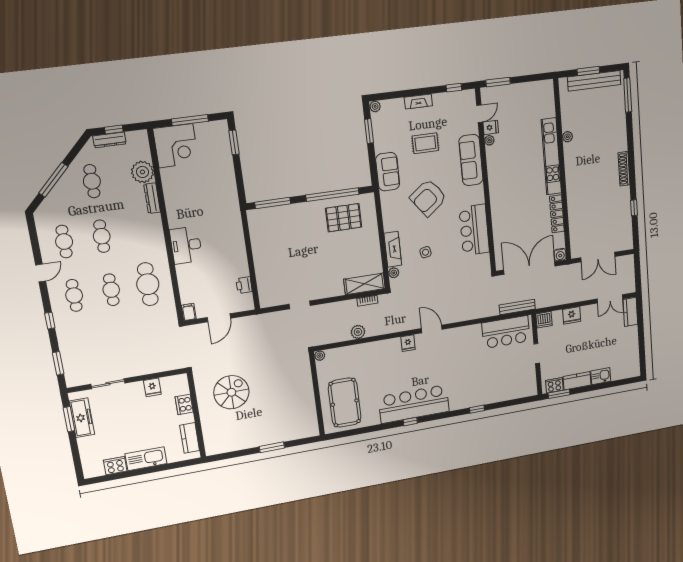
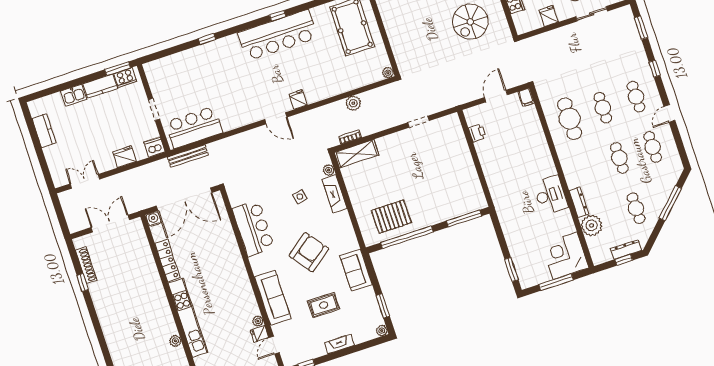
shoe rack: (624, 169) -> (86, 265), moved
desk: (186, 245) -> (550, 195), moved
kitchen counter: (630, 312) -> (44, 131), moved

